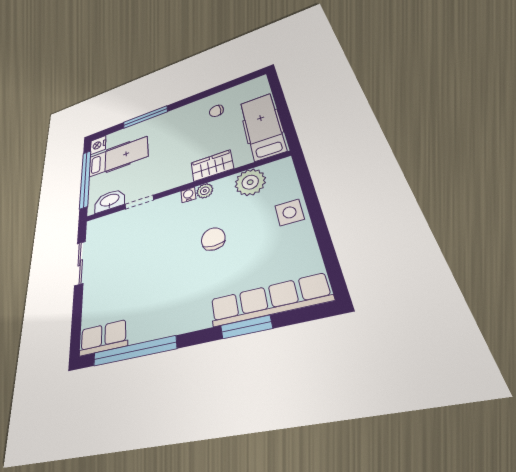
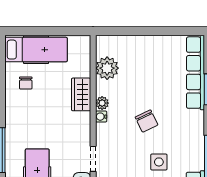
hospital bed: (263, 126) -> (36, 50), moved, turned 180
side table: (289, 212) -> (159, 162), moved
chair: (213, 239) -> (147, 121), moved, turned -116

